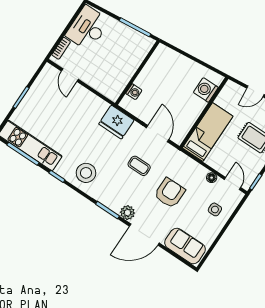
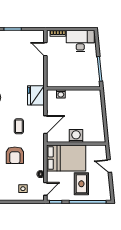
door: (70, 75) -> (45, 49), hinge flipped
washing machine: (206, 90) -> (76, 136), moved
bed: (208, 132) -> (66, 158), width x1.50
armchair: (170, 193) -> (15, 155), turned 90

